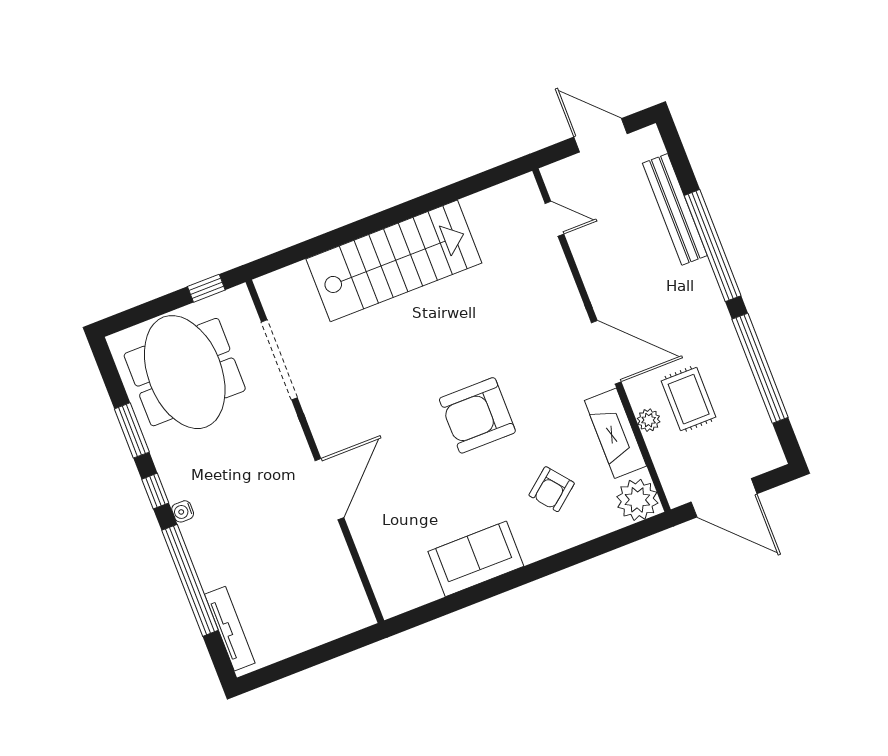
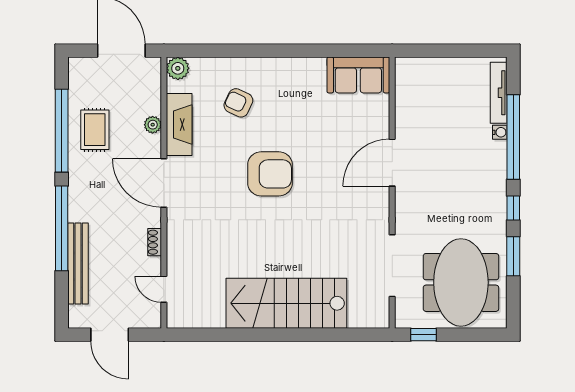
shoe rack: (589, 273) -> (155, 242), added
rug: (689, 399) -> (95, 130), moved
armchair: (552, 489) -> (238, 103), turned -116
plant: (637, 500) -> (178, 68), width x0.73, depth x0.73
water cooler: (183, 511) -> (500, 132), moved
sofa: (476, 559) -> (358, 75), moved

